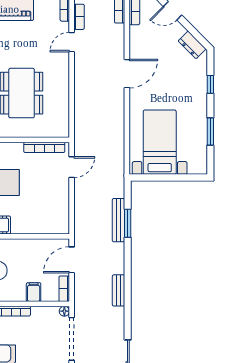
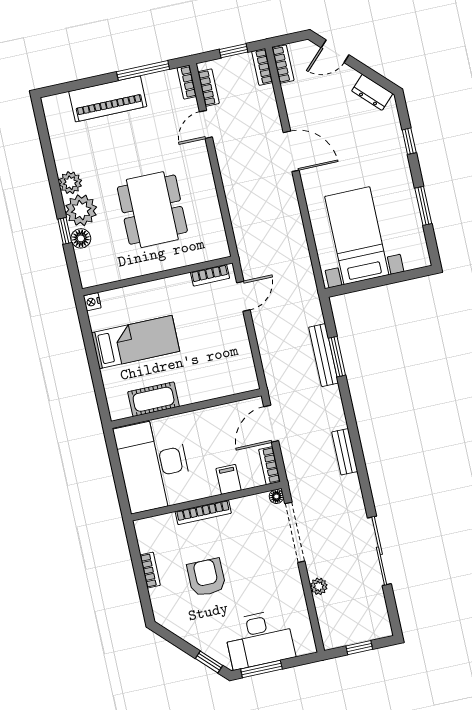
door: (127, 74) -> (291, 151), hinge flipped
bookcase: (44, 147) -> (210, 275), width x0.64

